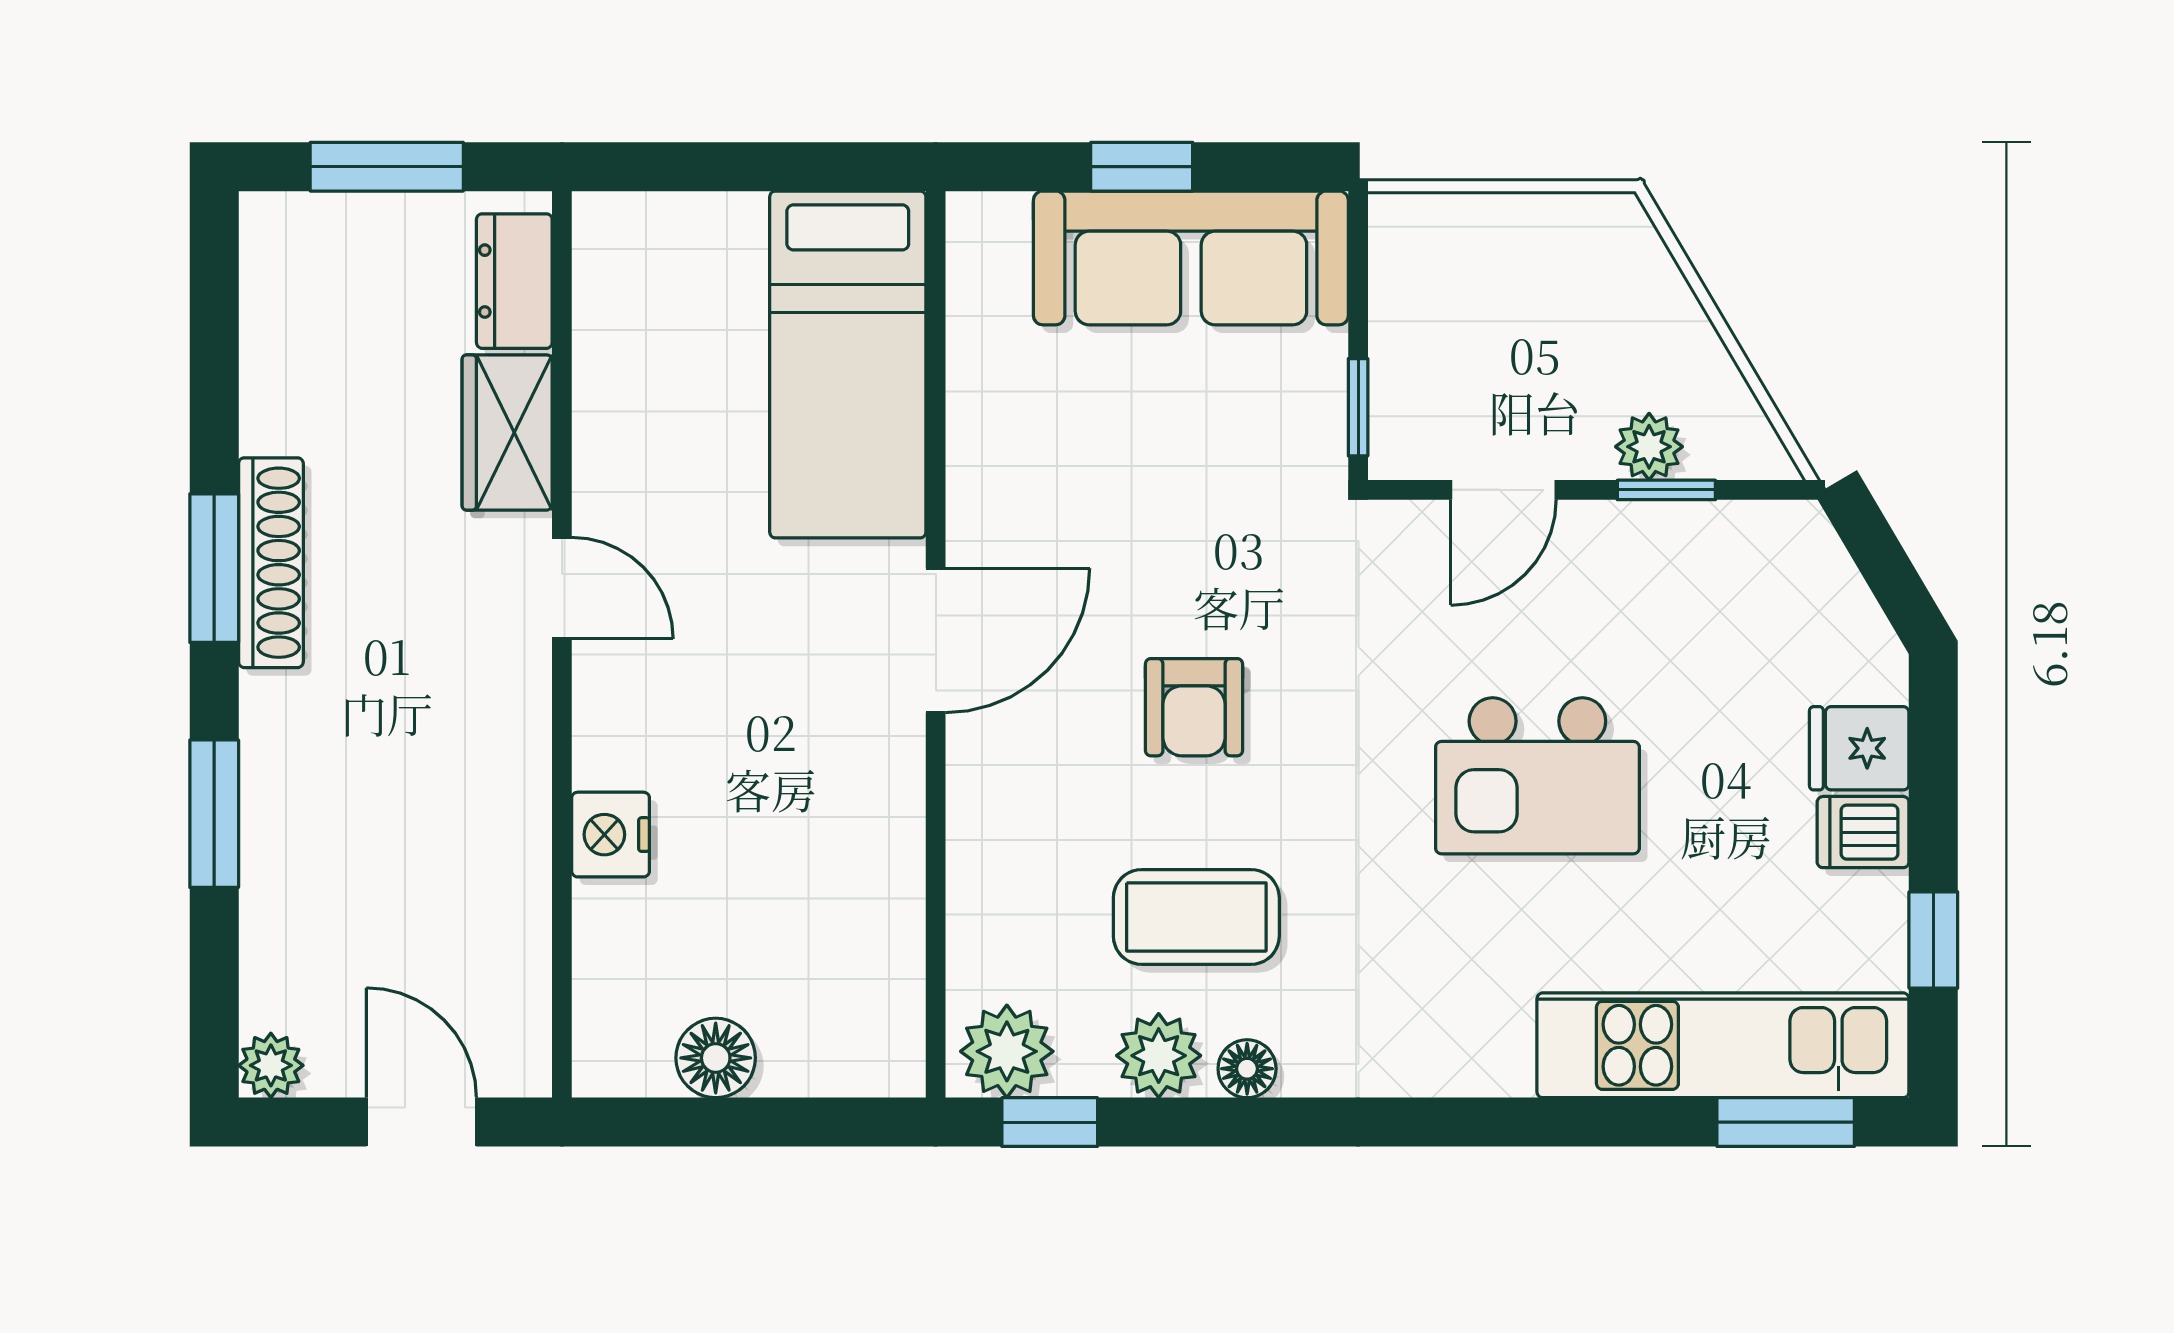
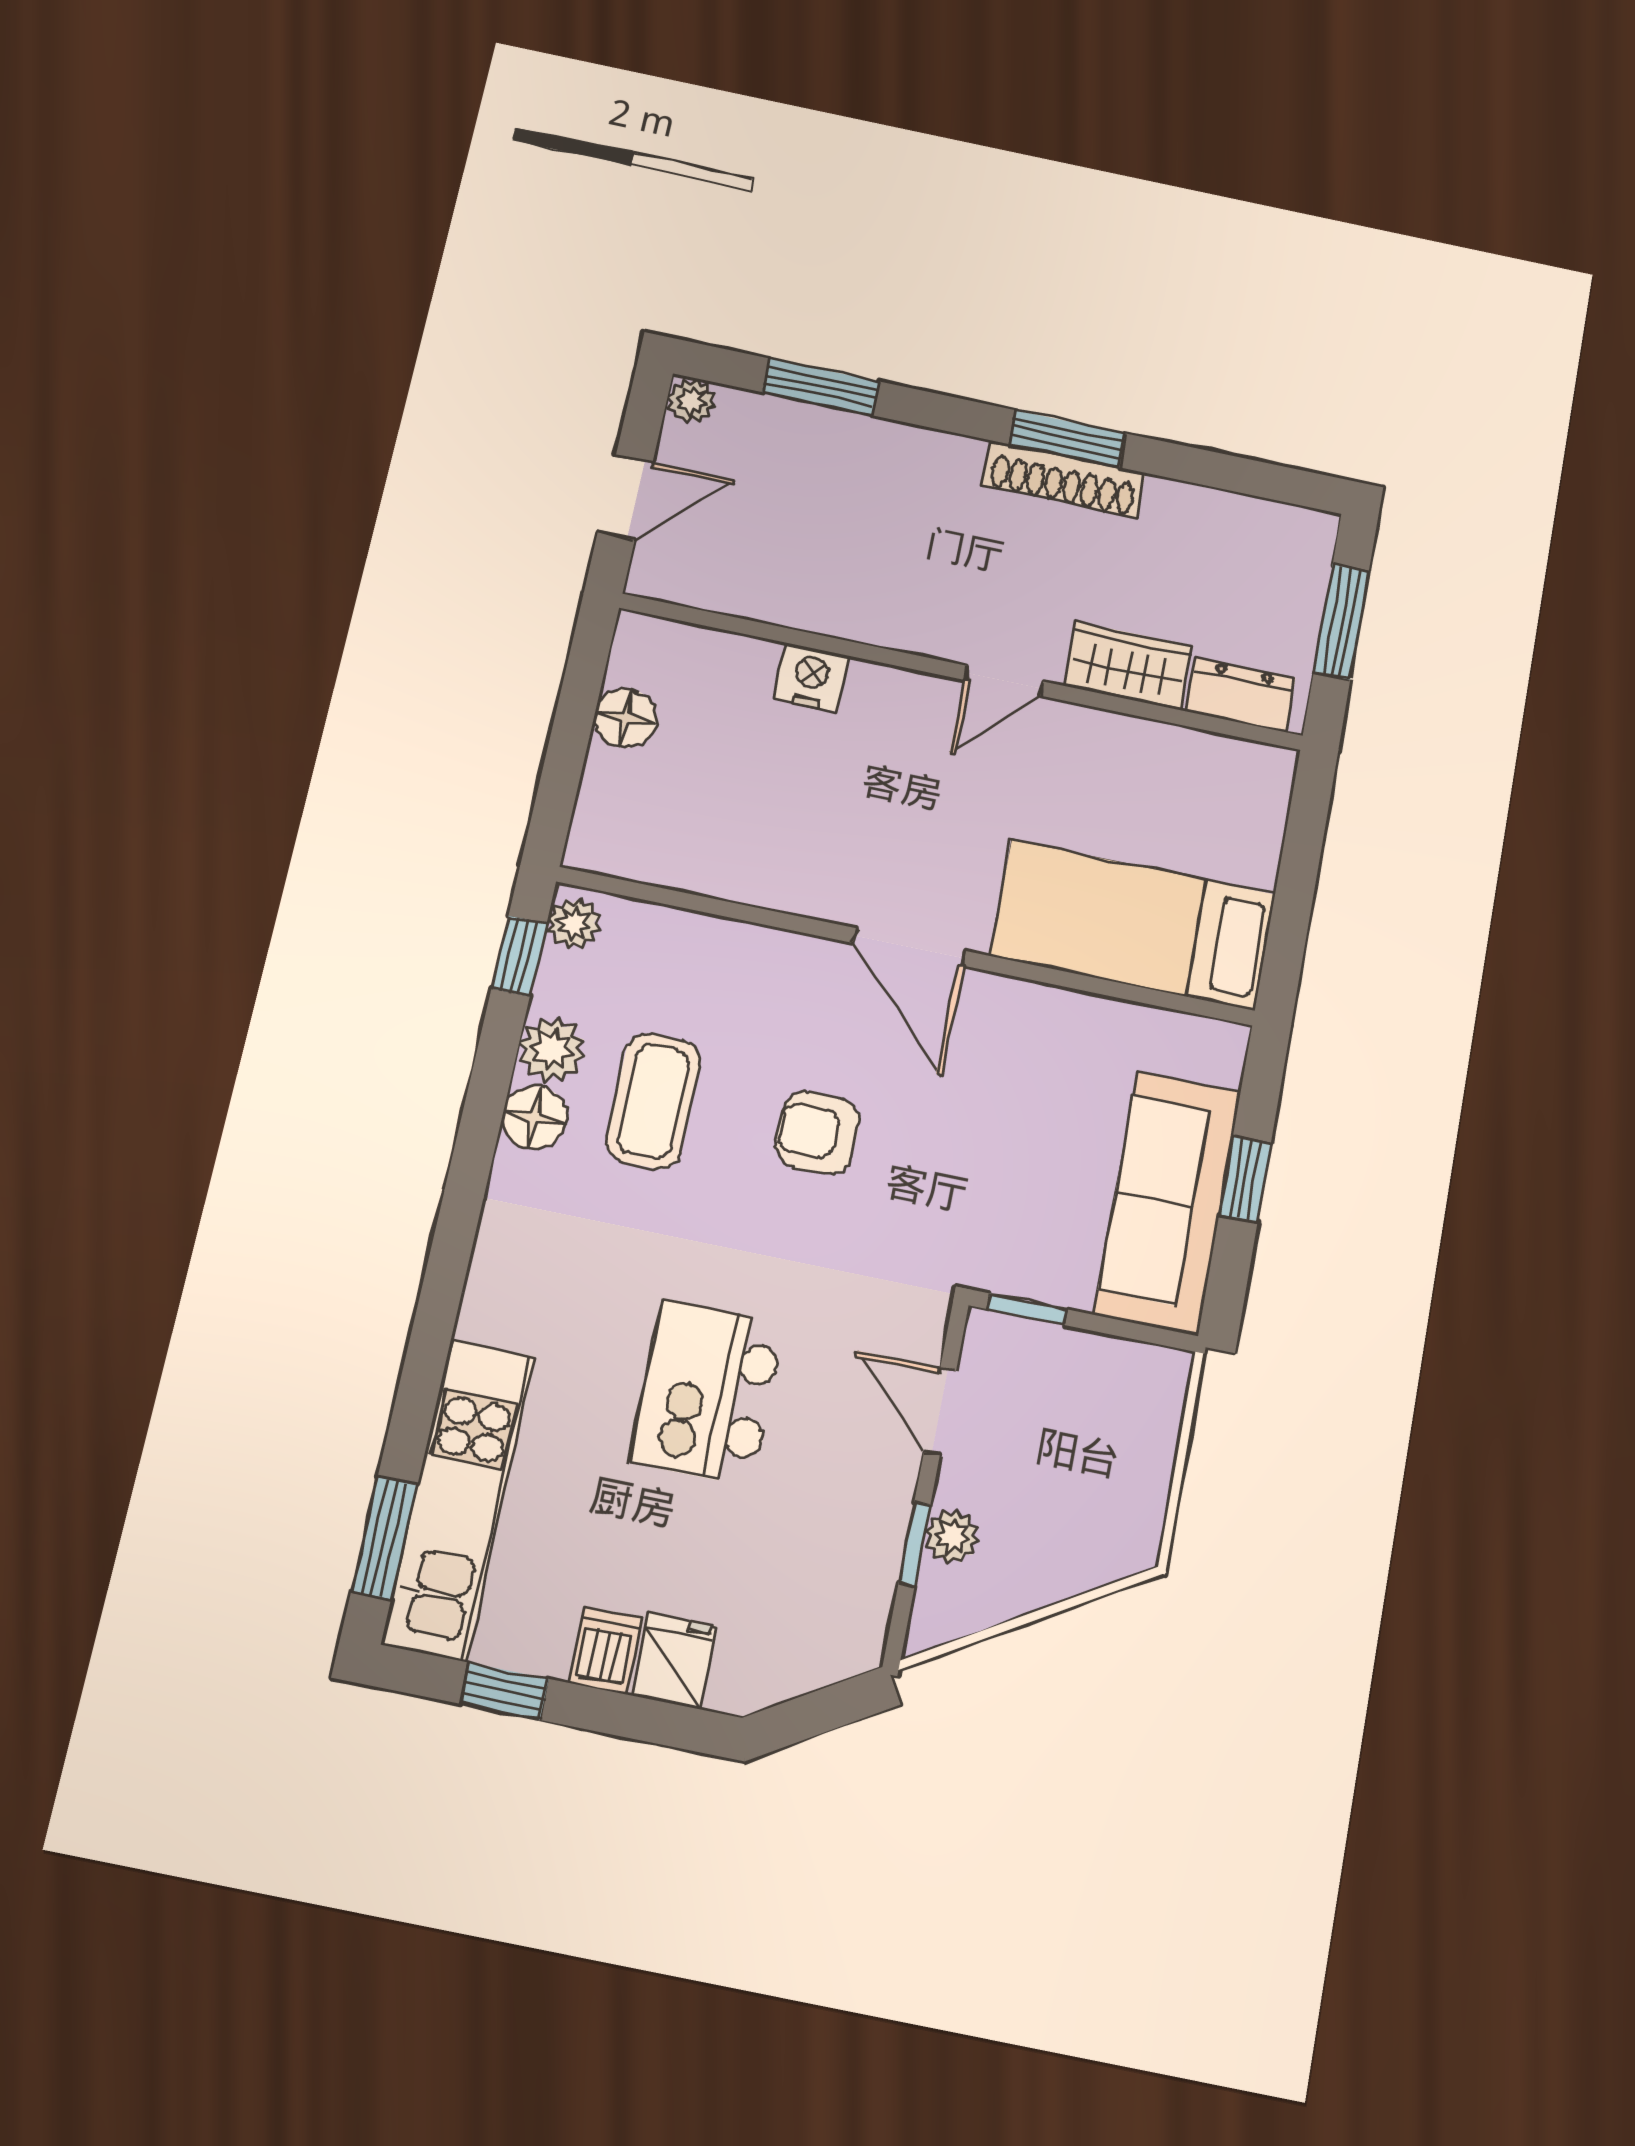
window: (214, 814) -> (821, 387), moved
plant: (1007, 1051) -> (574, 923), width x0.73, depth x0.73
floor lamp: (1247, 1069) -> (534, 1117), width x1.37, depth x1.37

